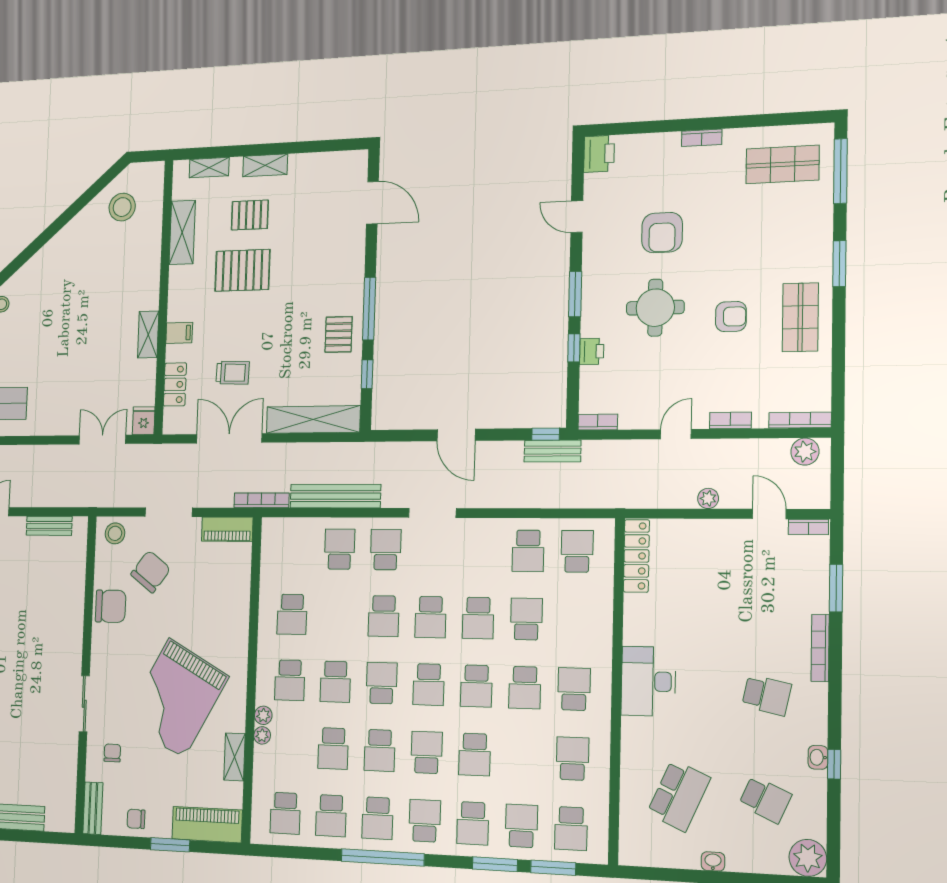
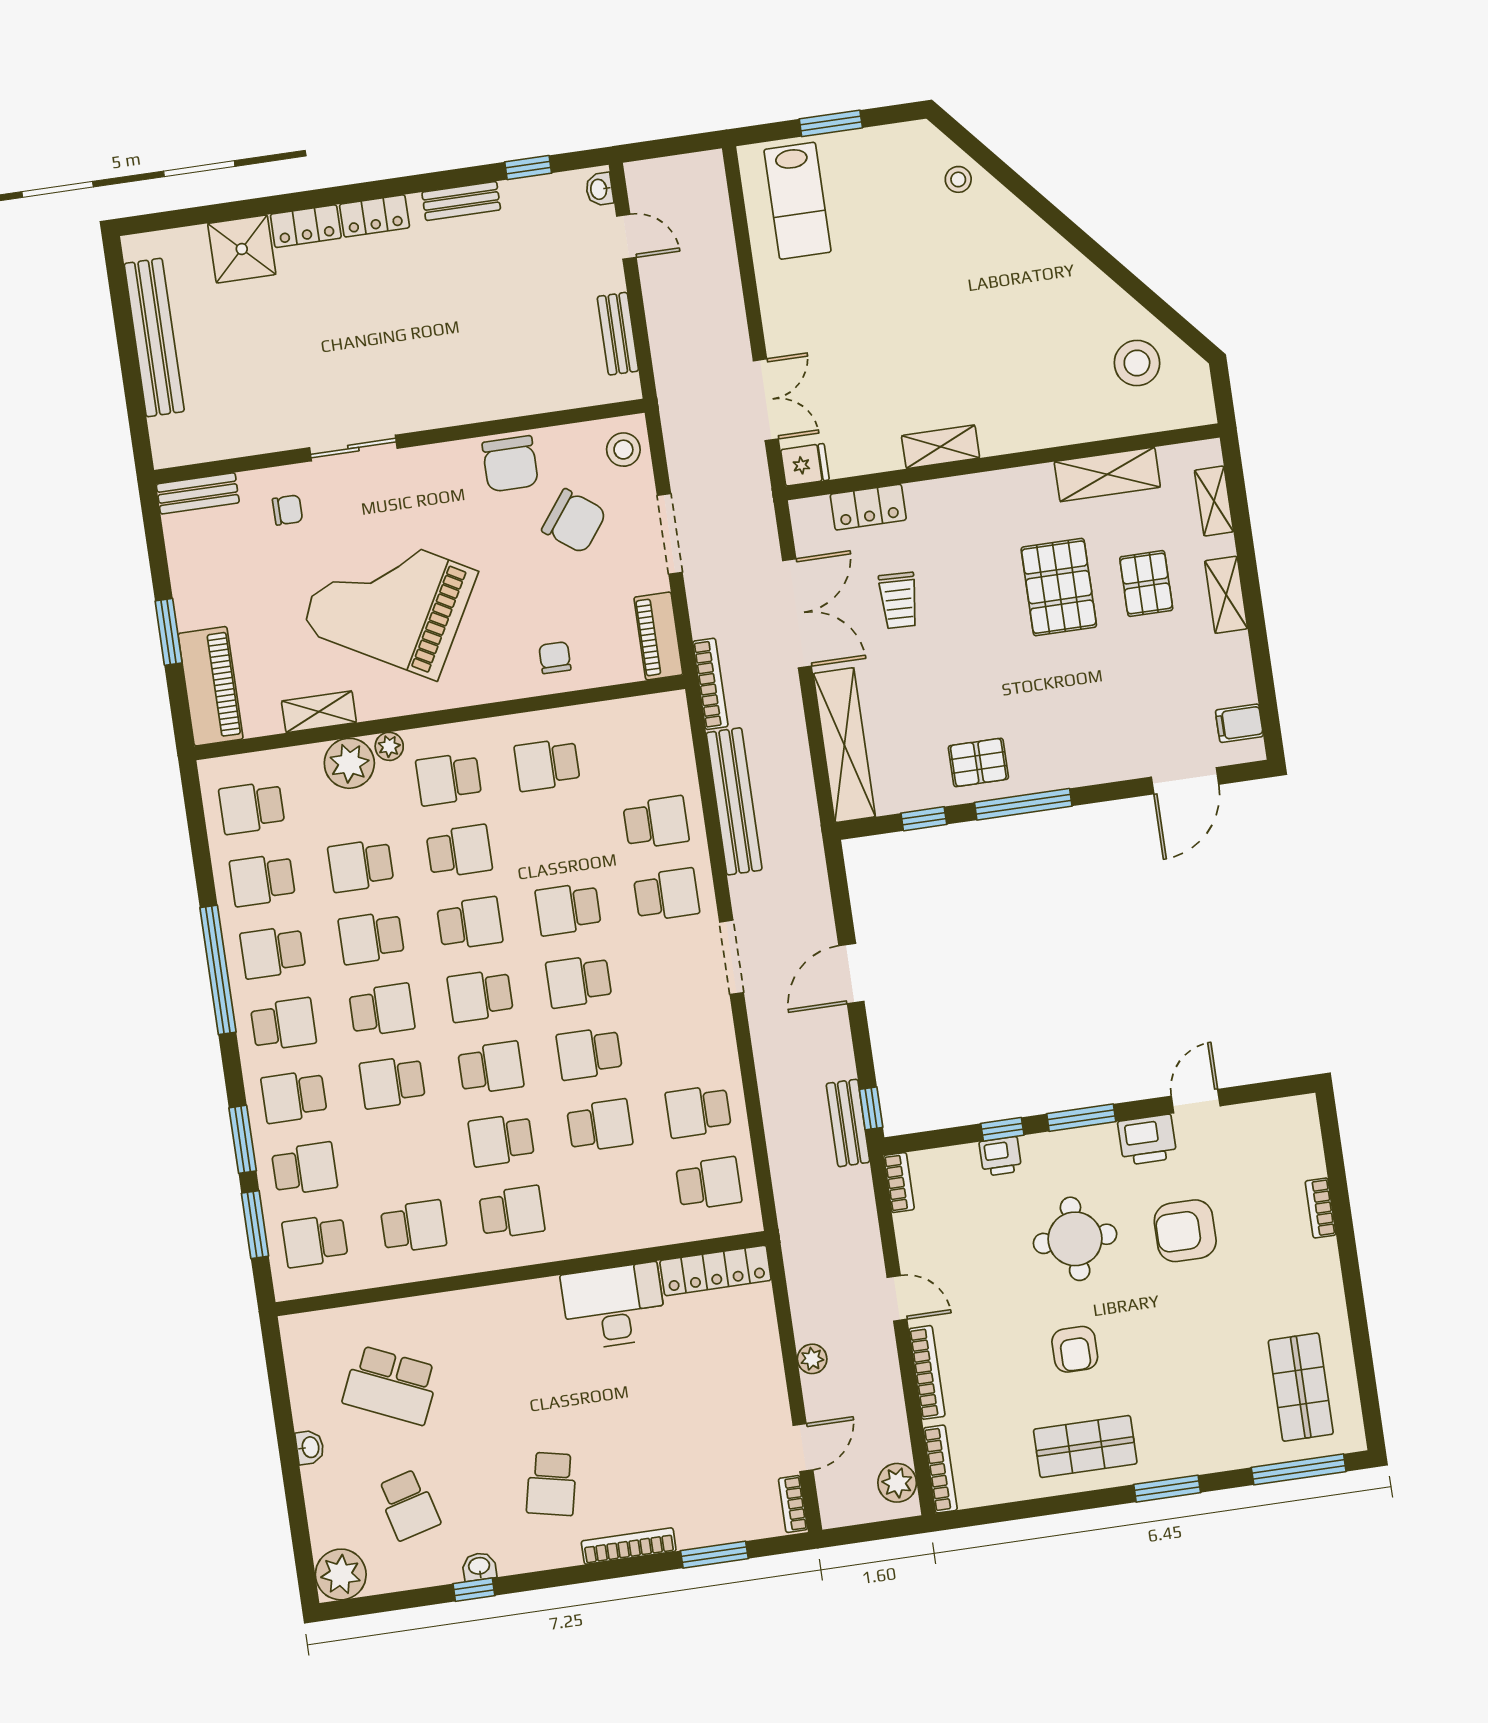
bookcase: (702, 138) -> (1321, 1208), moved
printer: (599, 154) -> (1147, 1140), moved
filing cabinet: (179, 333) -> (1239, 723), moved, turned 90
bookcase: (730, 420) -> (927, 1372), width x1.56
desk: (648, 681) -> (614, 1306), moved
school desk: (335, 682) -> (459, 851), turned 180
school desk: (476, 686) -> (491, 1068), turned 180
plant: (262, 735) -> (349, 763), width x1.87, depth x1.87
school desk: (765, 800) -> (408, 1505), turned -39
chair: (136, 819) -> (555, 658), moved

